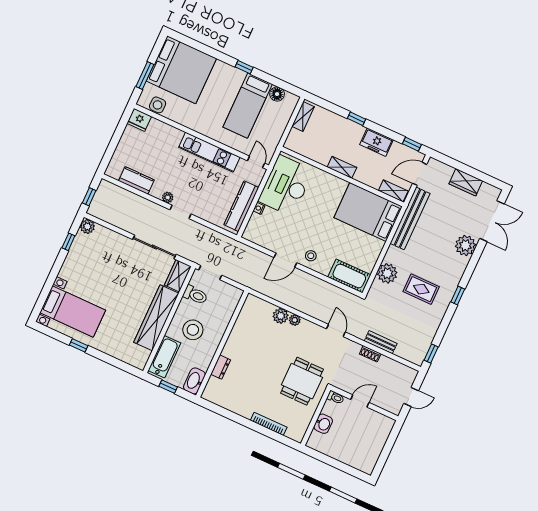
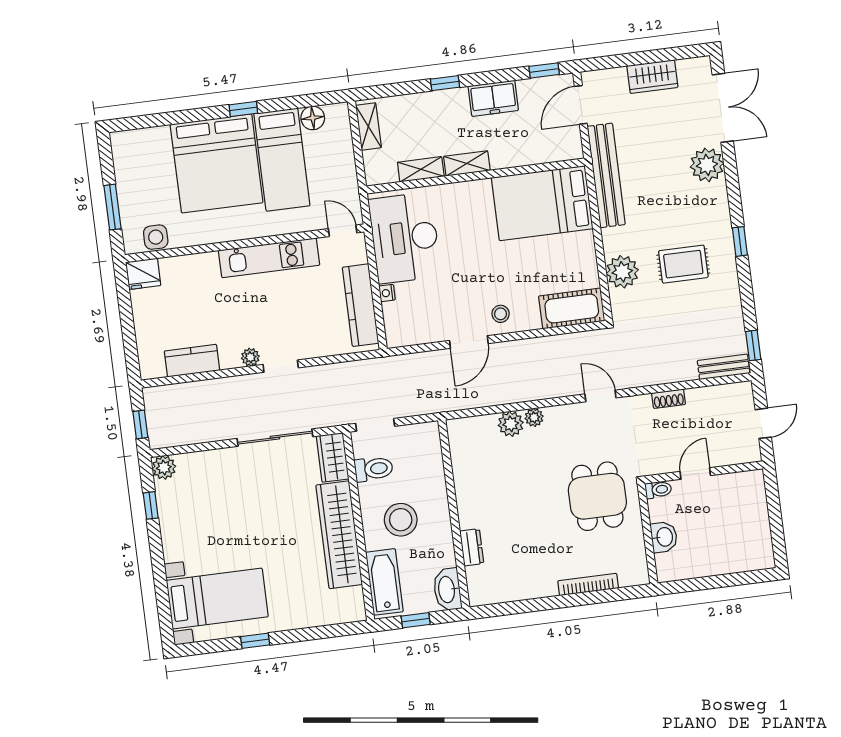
bed: (181, 70) -> (217, 163), moved, turned 90
shelving: (393, 191) -> (421, 169), moved
bench: (381, 342) -> (724, 367), moved

